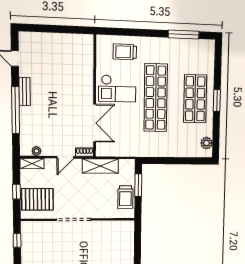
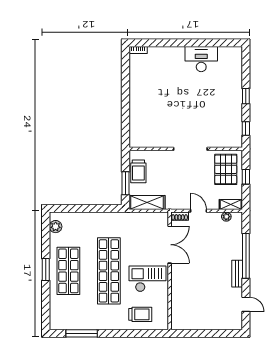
double door: (95, 123) -> (170, 245), swing flipped
door: (65, 157) -> (198, 211), hinge flipped
shelving: (100, 166) -> (147, 202), moved
trolley: (125, 197) -> (138, 171), turned 180
pallet: (37, 199) -> (226, 169), turned 90

